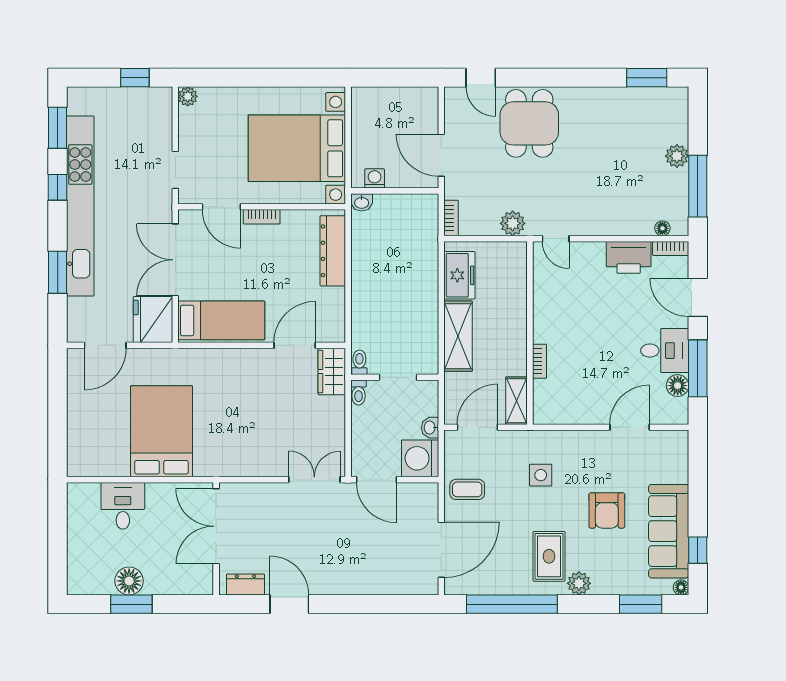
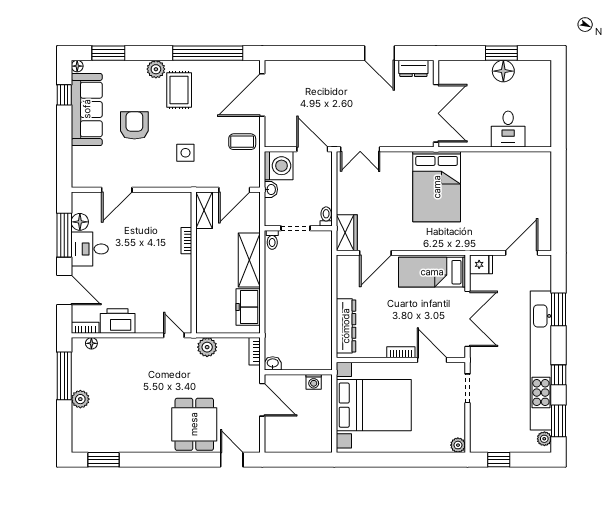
plant: (76, 105) -> (544, 439), added
washbasin: (362, 202) -> (273, 363), moved
fridge: (153, 320) -> (481, 264), width x0.53, depth x0.75
toilet: (359, 362) -> (272, 240), moved
bed: (161, 431) -> (437, 187), moved

